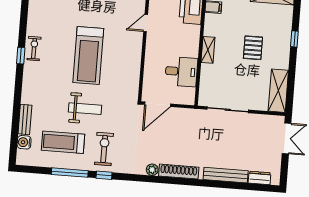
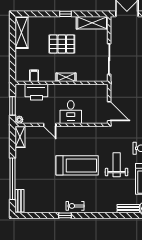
window: (294, 39) -> (65, 14), moved
pallet: (253, 48) -> (62, 44), width x1.50, depth x1.42
window: (21, 56) -> (65, 215), moved
desk: (181, 72) -> (71, 112), moved, turned 180

